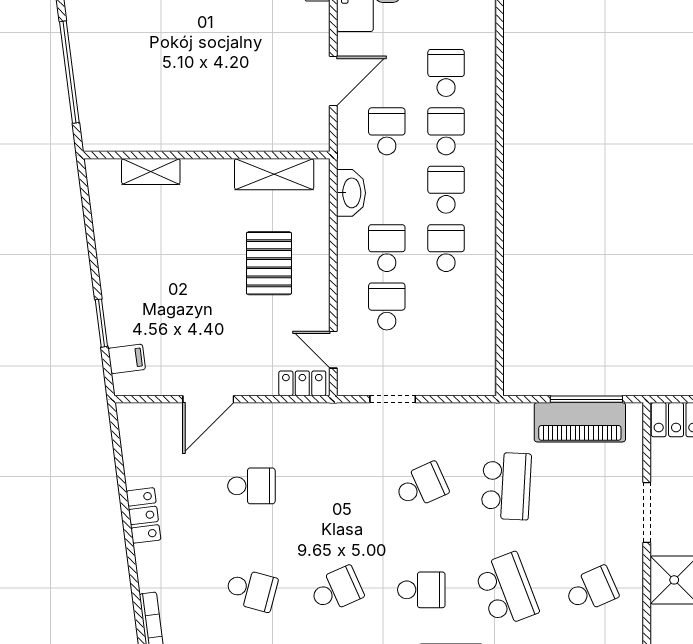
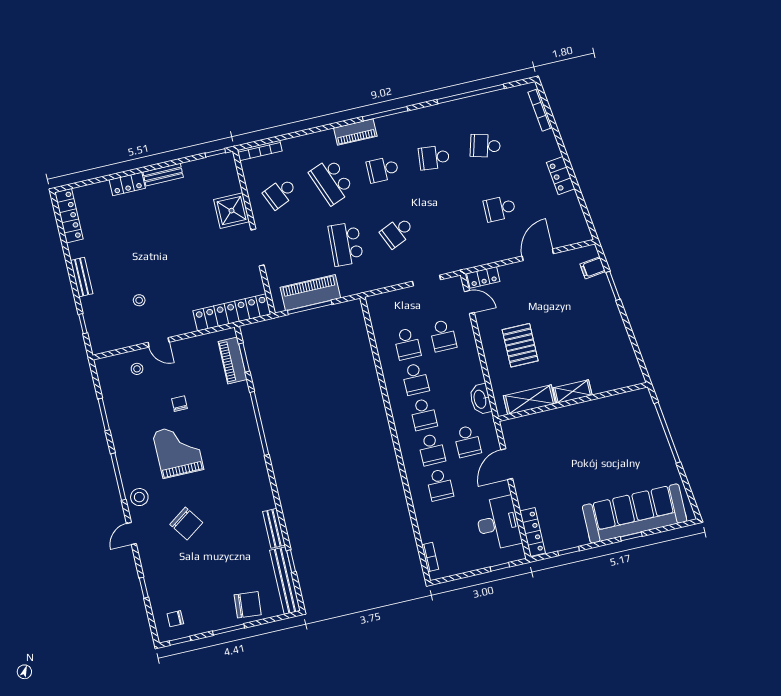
shelving: (151, 171) -> (573, 392), moved
school desk: (387, 248) -> (407, 344), moved
school desk: (336, 590) -> (434, 158), turned 30

